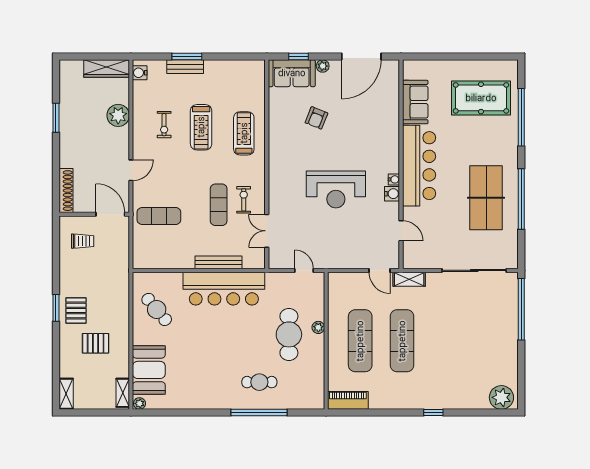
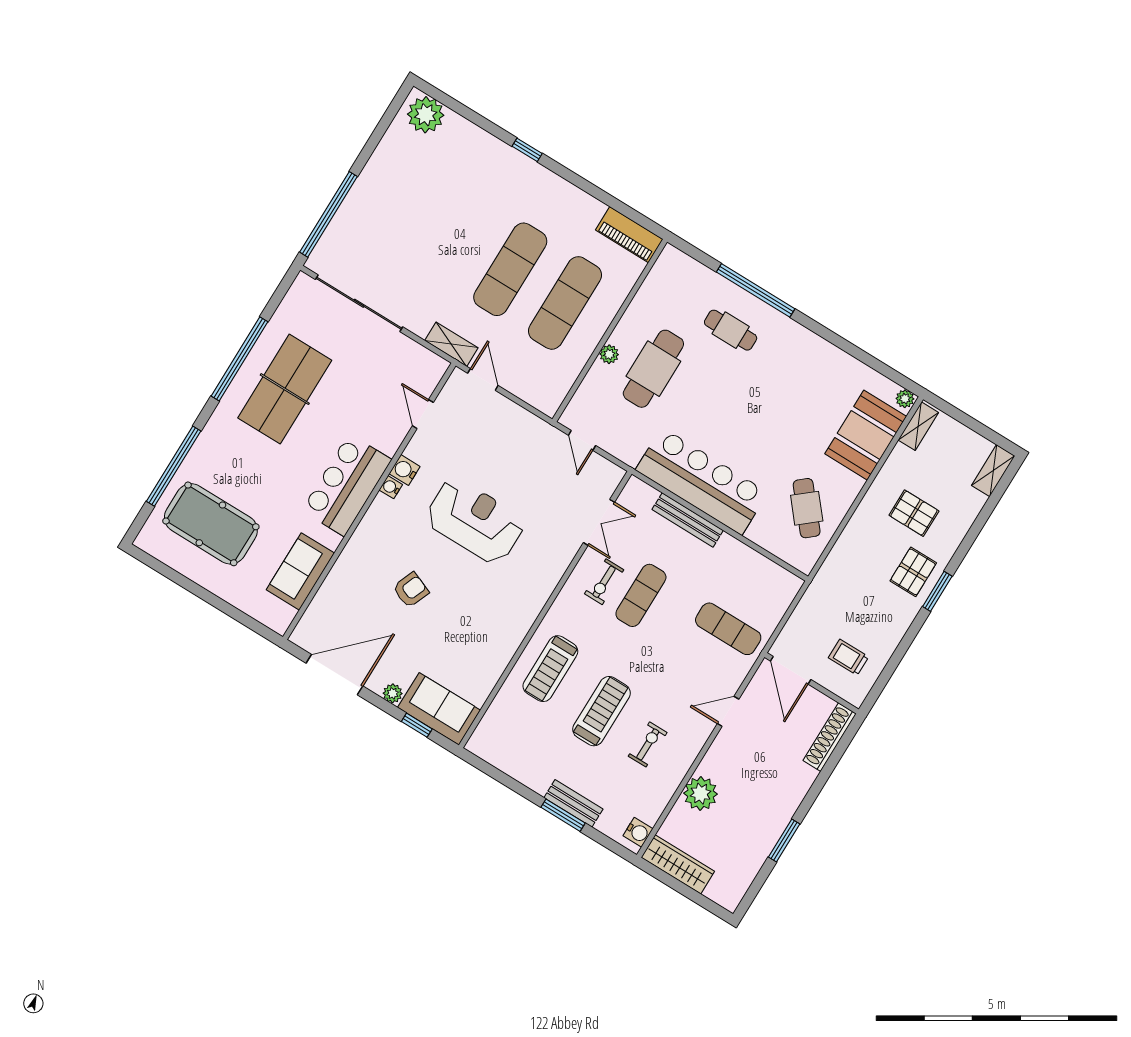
armchair: (316, 118) -> (411, 590), moved
bar counter: (419, 166) -> (347, 485), width x0.73

